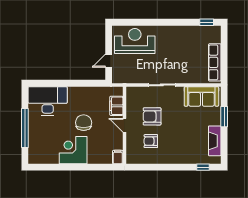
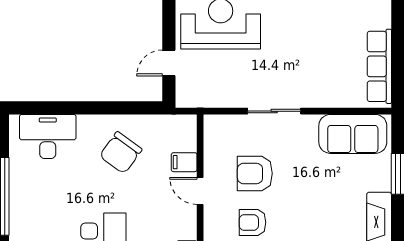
desk: (48, 101) -> (48, 136), width x0.73, depth x0.77
filing cabinet: (116, 106) -> (184, 162), width x0.50
chair: (84, 123) -> (121, 153), moved, turned -144

